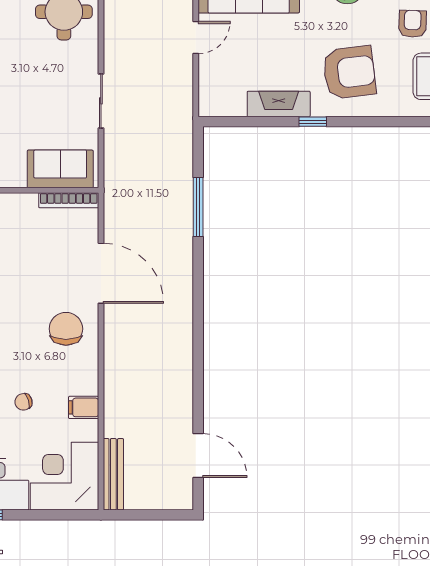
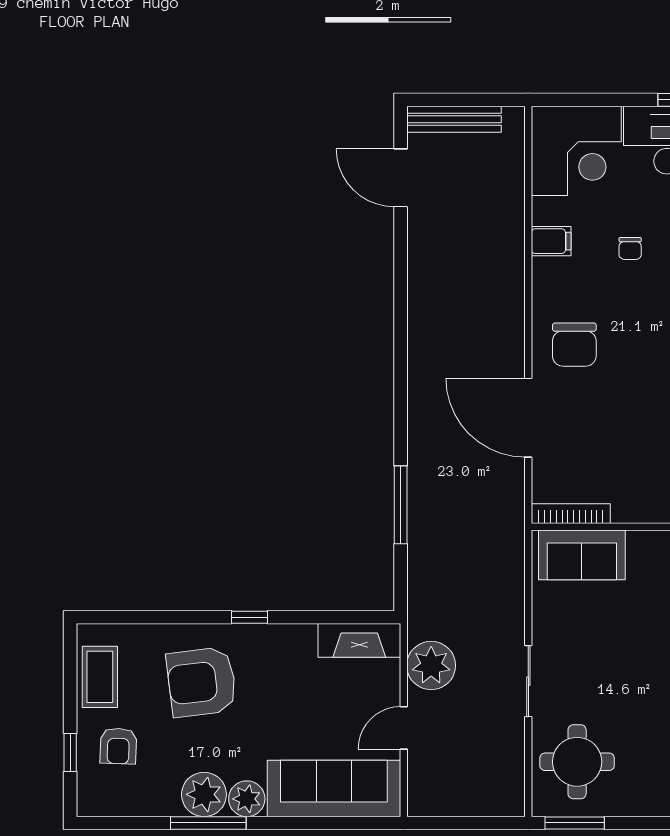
plant: (175, 85) -> (431, 665), added
sliding door: (101, 101) -> (528, 681), moved
fireplace: (279, 104) -> (359, 640), moved
chair: (24, 402) -> (630, 248), turned 107
bench: (113, 474) -> (454, 119), moved, turned 90

